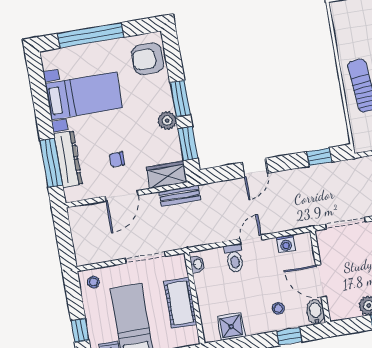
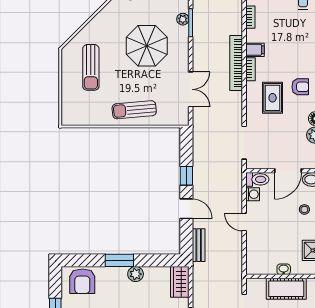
window: (188, 144) -> (157, 260), removed
window: (319, 157) -> (186, 176), moved
bench: (180, 196) -> (199, 245), moved
toilet: (234, 258) -> (257, 179), moved
washbasin: (197, 264) -> (284, 269), moved

